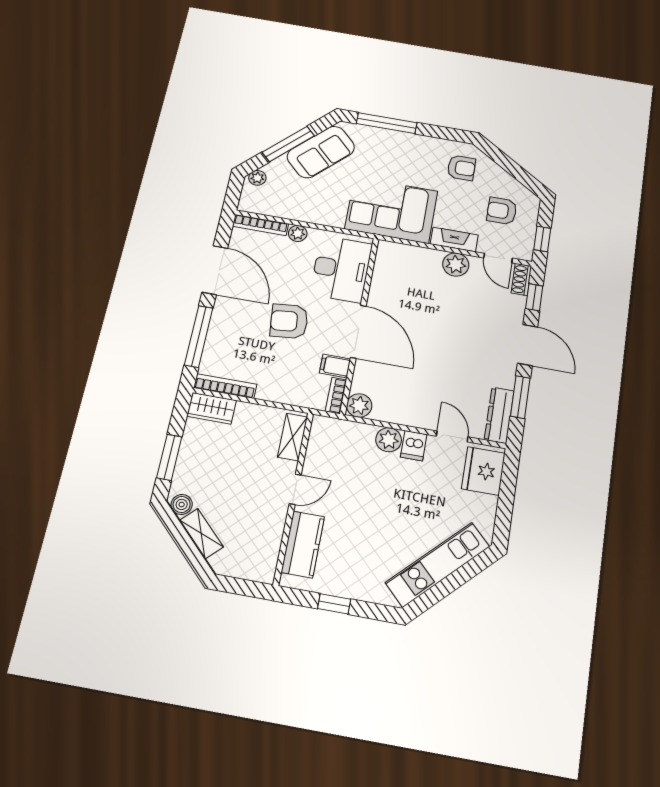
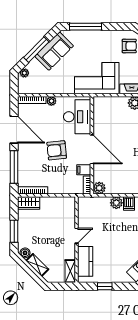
shelving: (293, 437) -> (70, 271), moved

